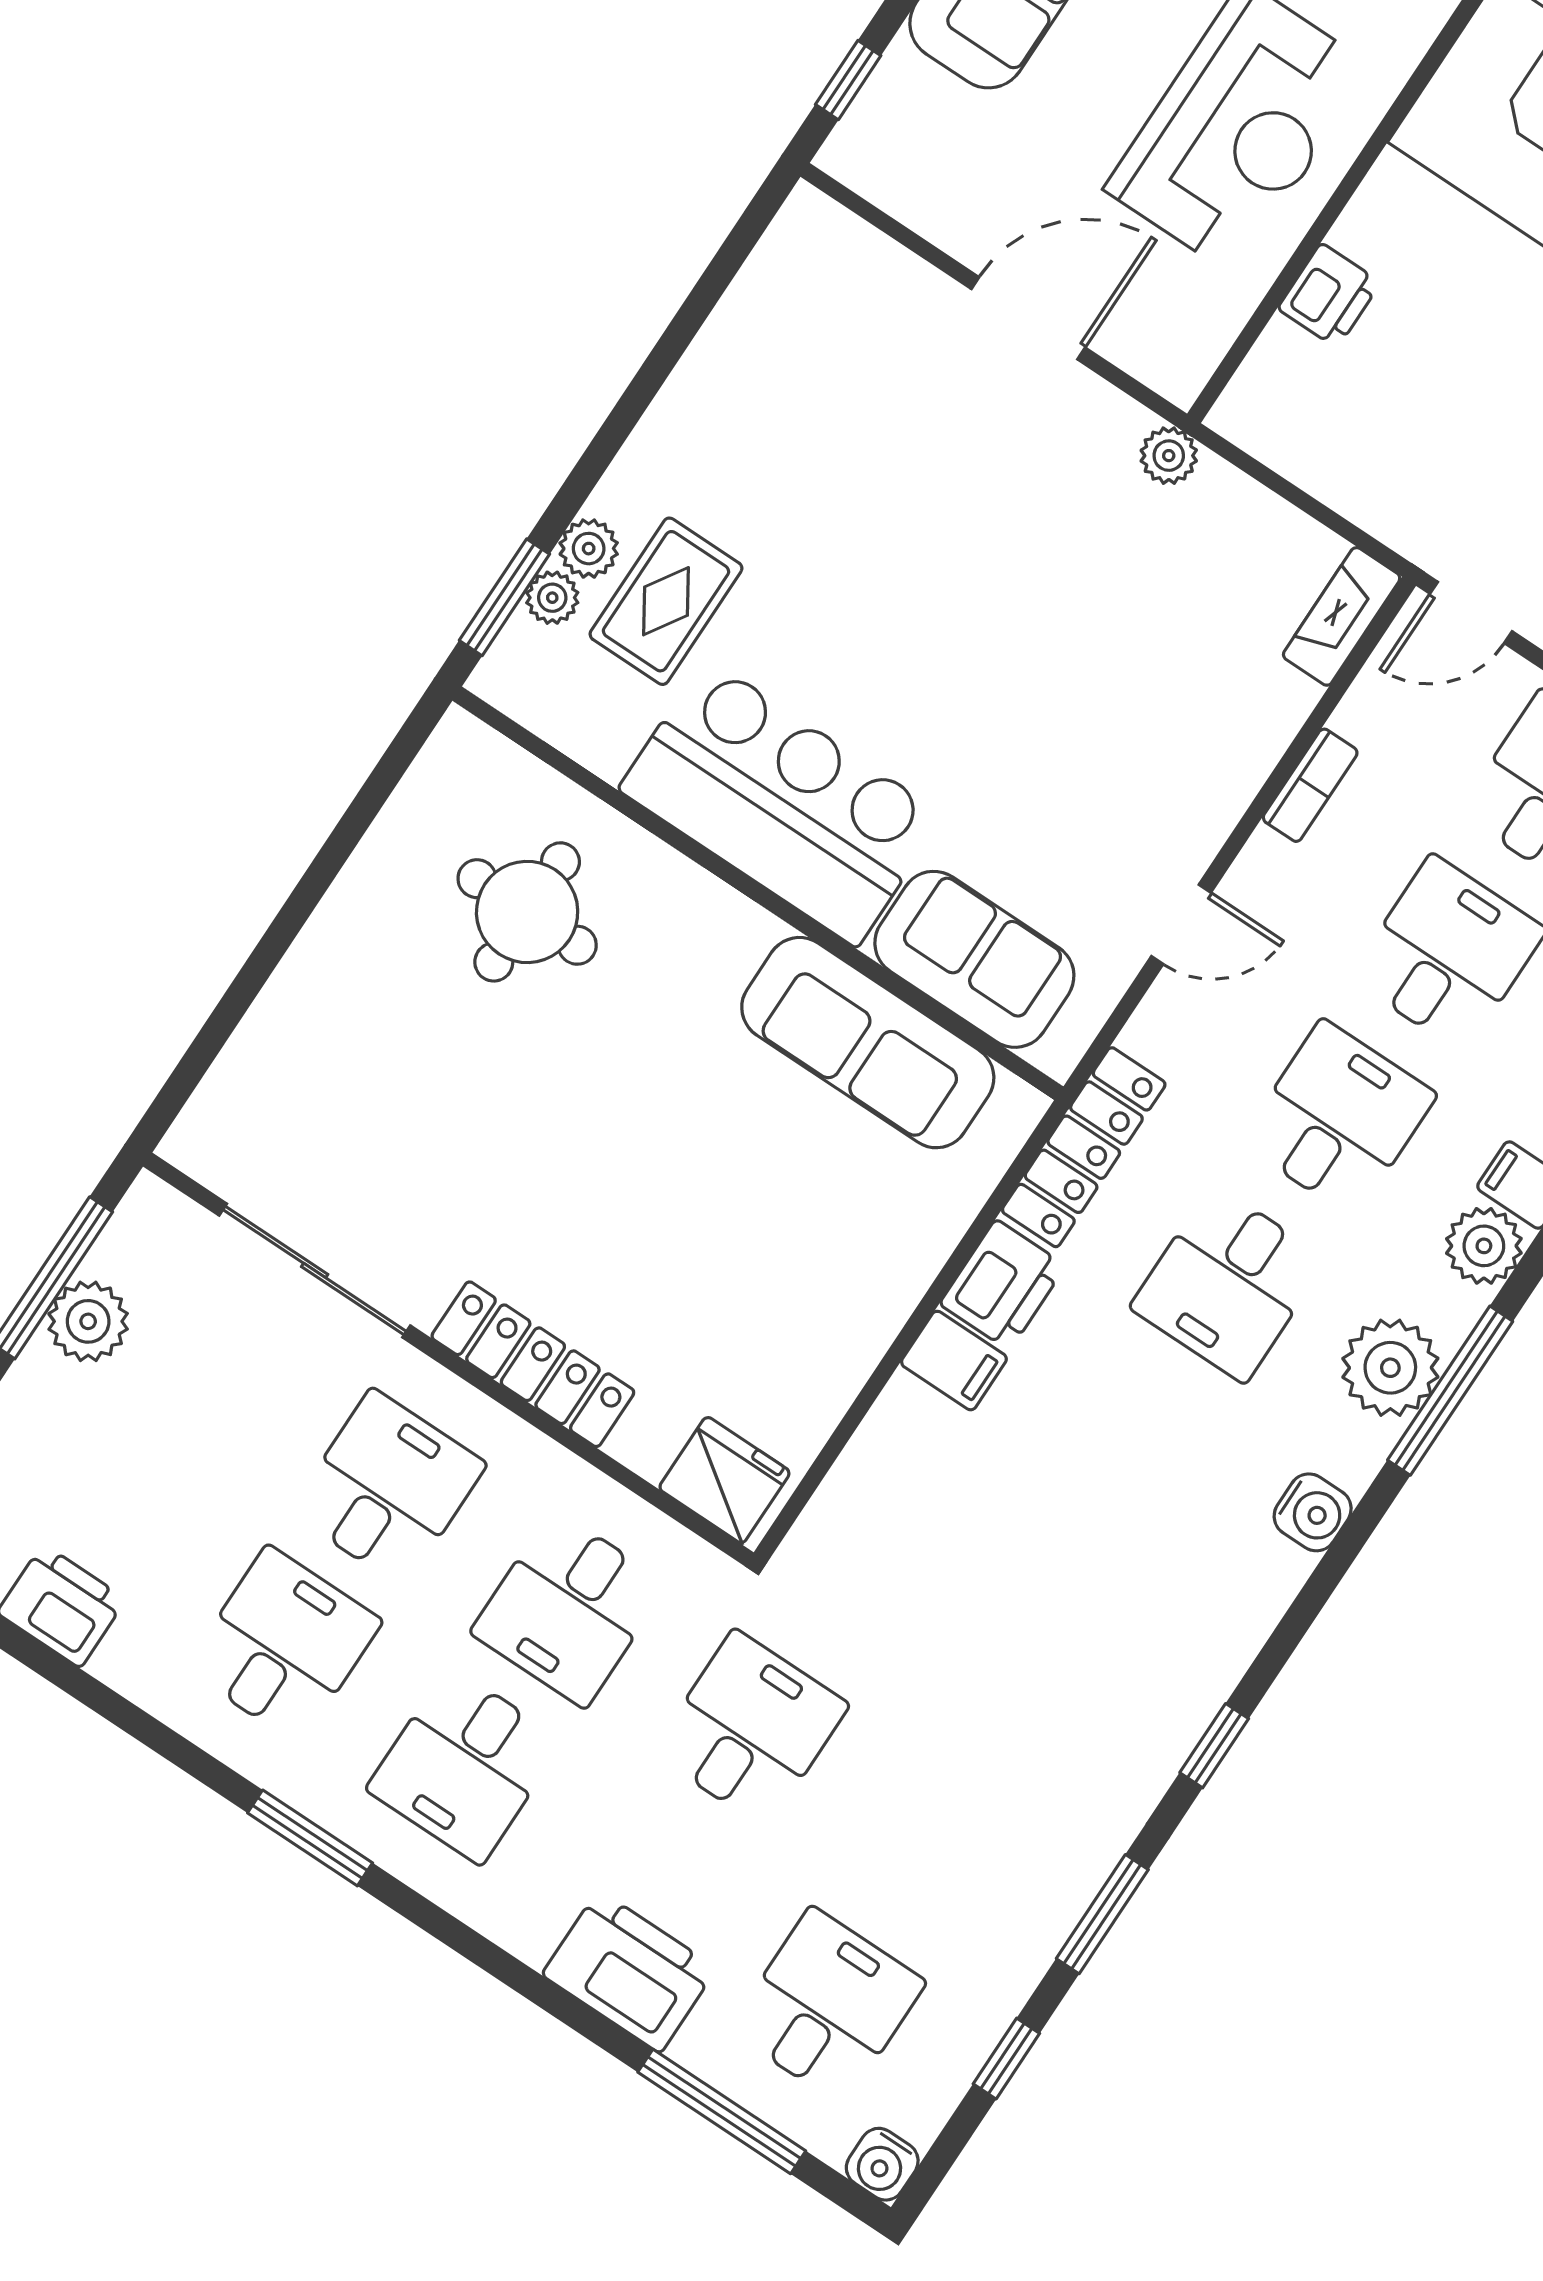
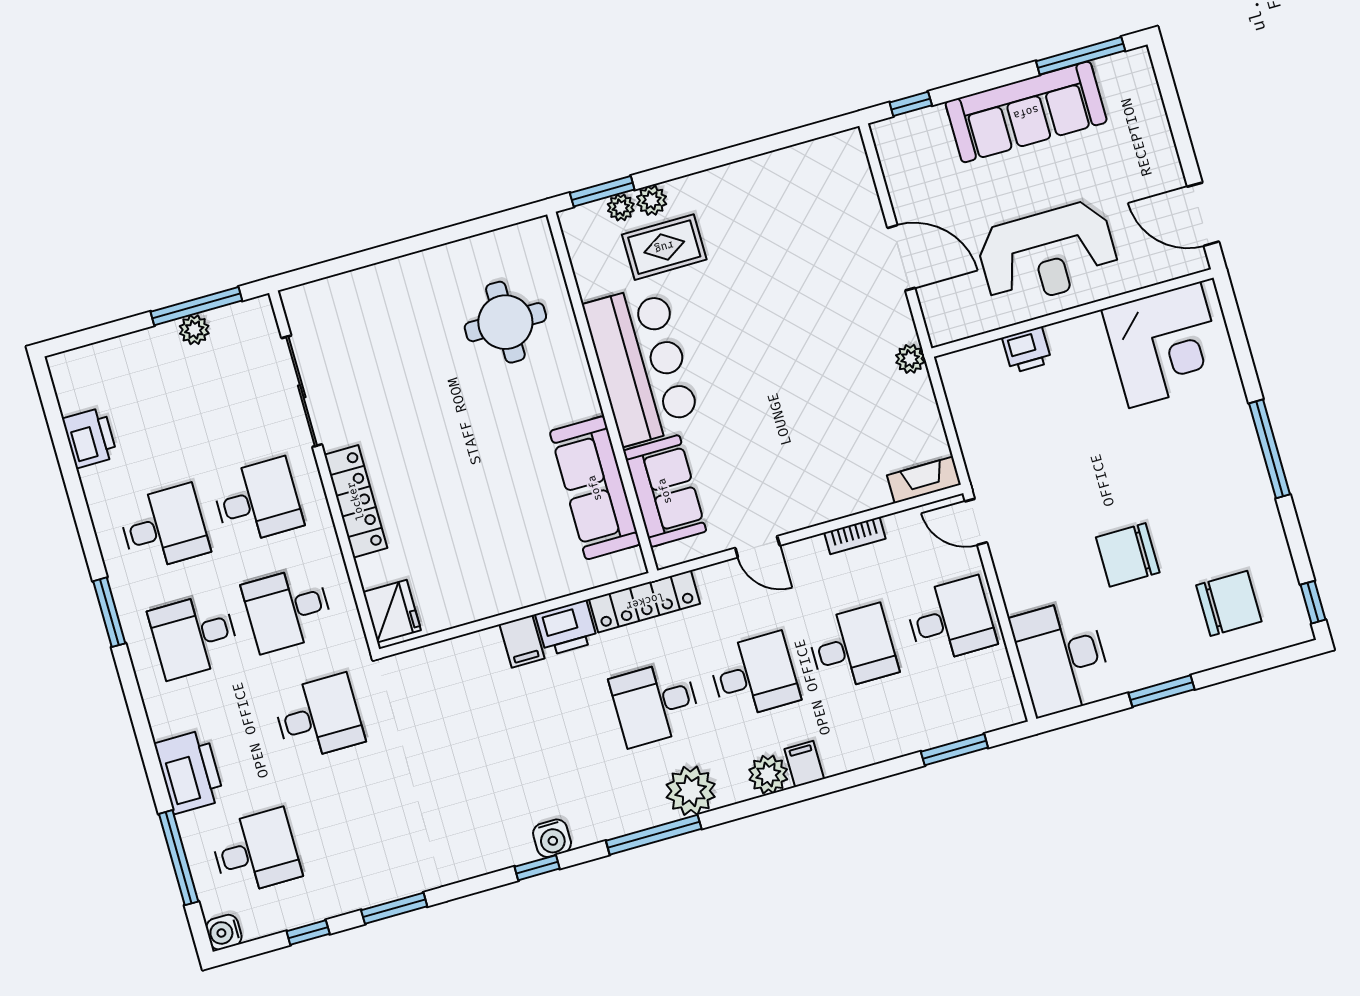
plant: (88, 1321) -> (194, 330), width x0.73, depth x0.73
window: (1450, 1391) -> (654, 835), moved
water cooler: (1313, 1512) -> (552, 838), moved
window: (1214, 1746) -> (537, 868), moved

